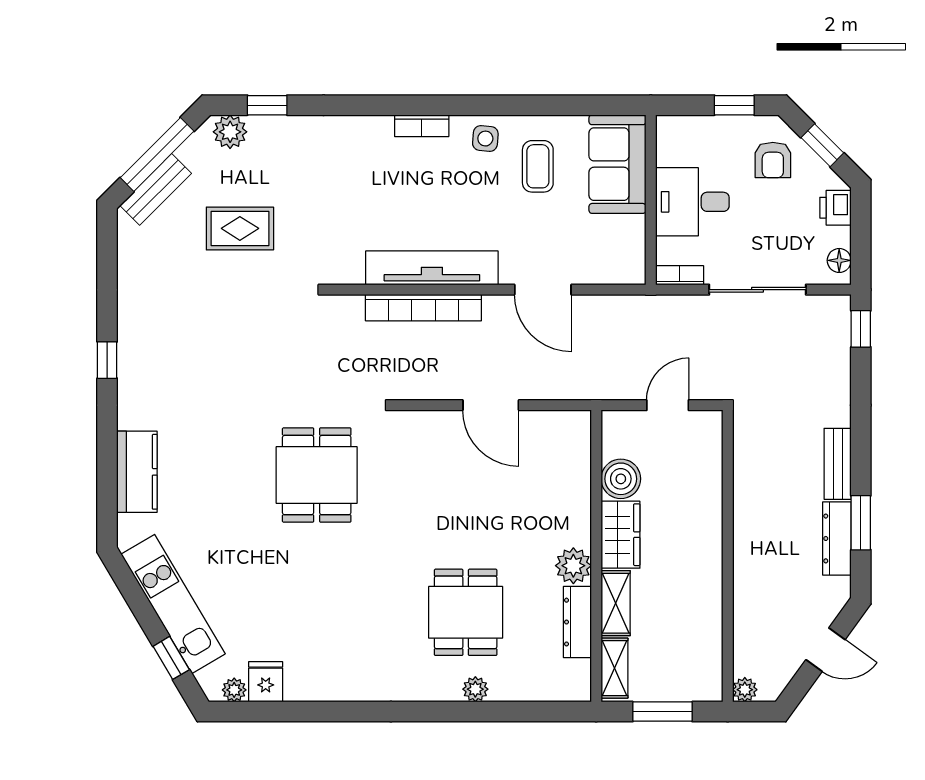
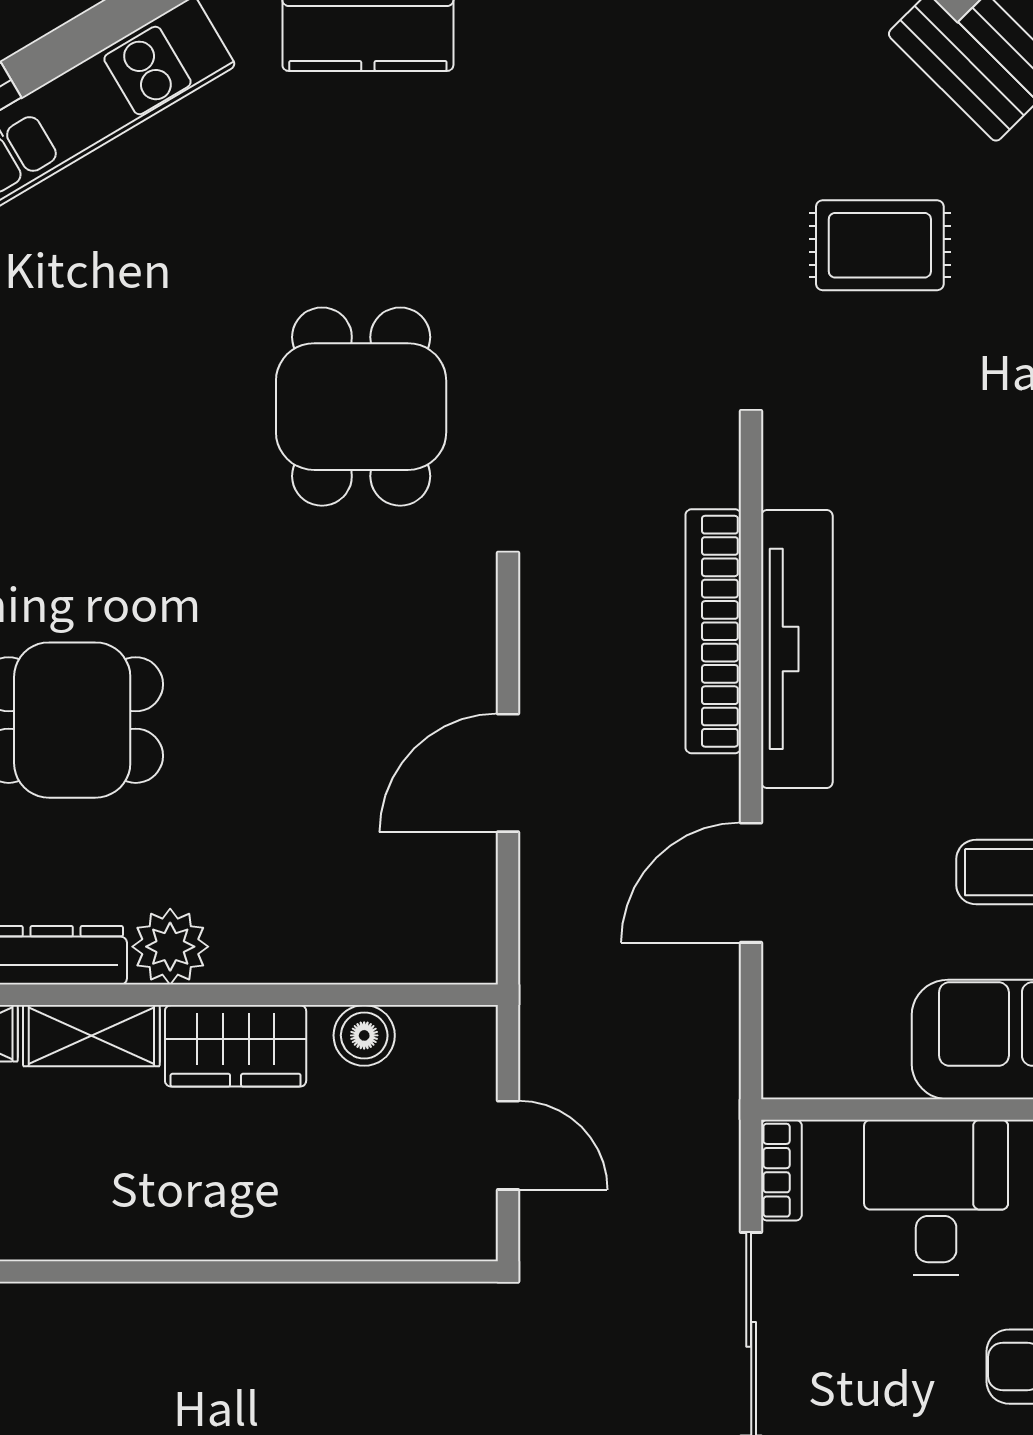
rug: (240, 228) -> (880, 245), turned 90
dining table: (317, 475) -> (361, 407), turned 90
boiler: (621, 479) -> (364, 1035), width x0.73, depth x0.73

